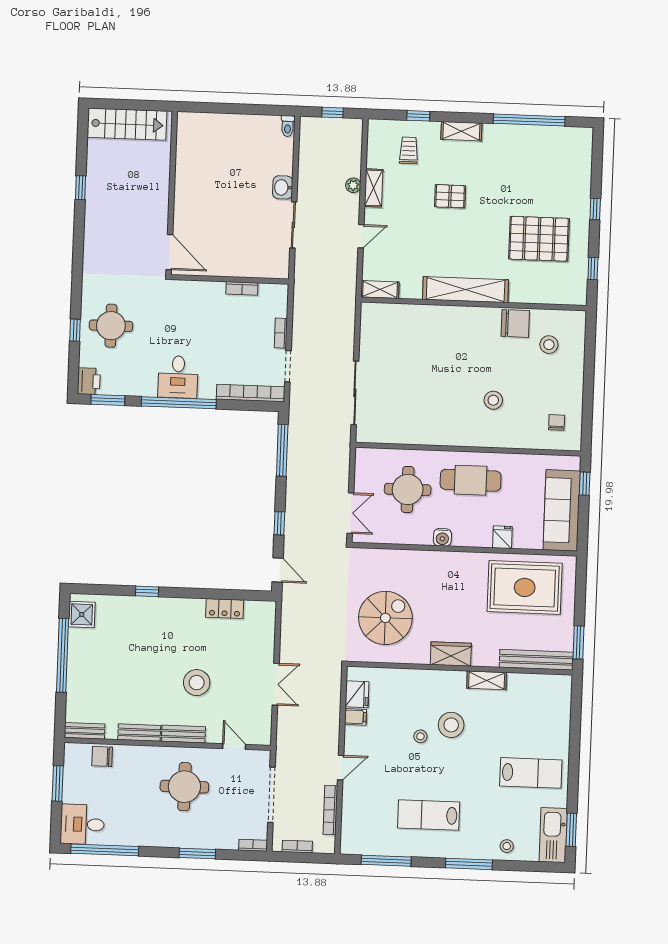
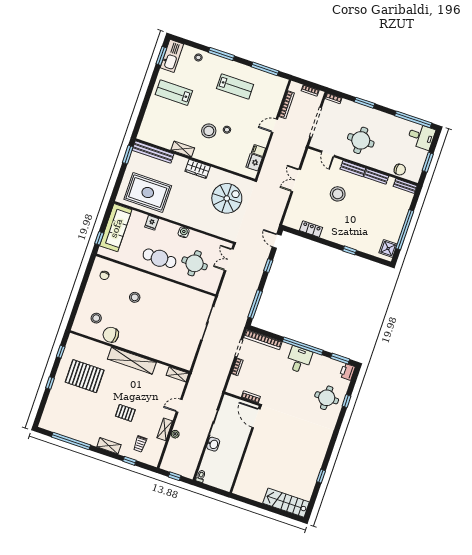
wall: (172, 193) -> (245, 449), moved
door: (169, 252) -> (256, 418), moved
spiral stairs: (385, 618) -> (227, 198), turned 180

